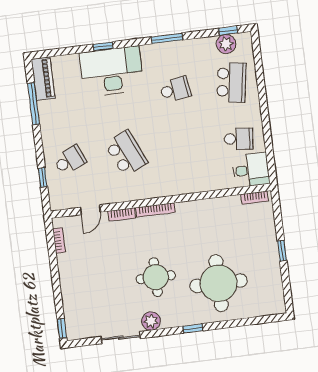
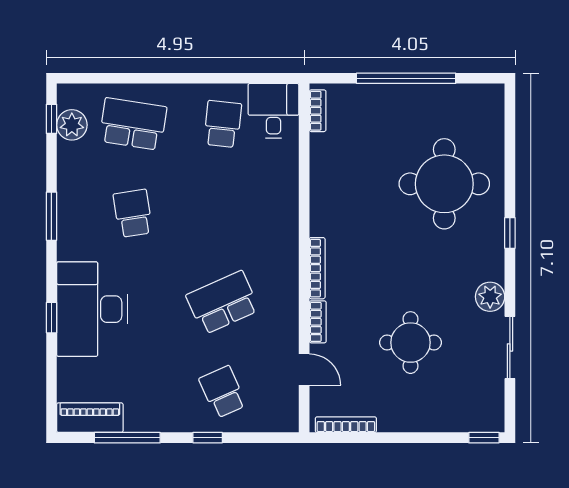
window: (43, 177) -> (208, 438), moved
bookcase: (59, 240) -> (346, 425), width x1.56
window: (282, 251) -> (406, 78), width x3.17
round table: (156, 277) -> (410, 343), moved

